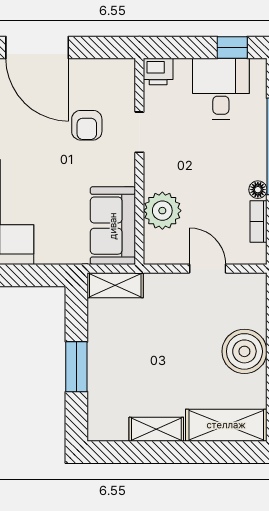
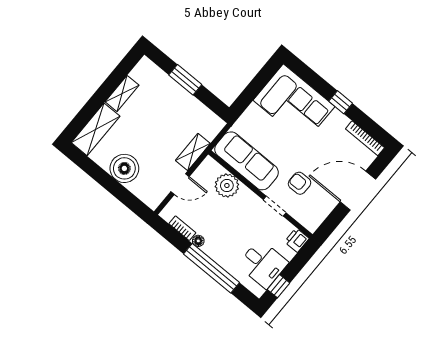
sofa: (113, 226) -> (247, 161), width x1.36
shelving: (115, 285) -> (193, 152), moved

